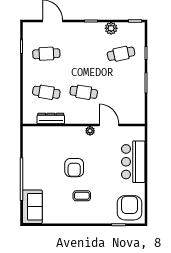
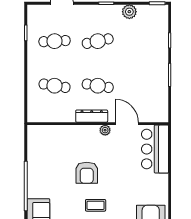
cafe table: (121, 54) -> (98, 41), moved
dresser: (51, 119) -> (92, 116), moved
bar counter: (133, 162) -> (155, 149), moved

